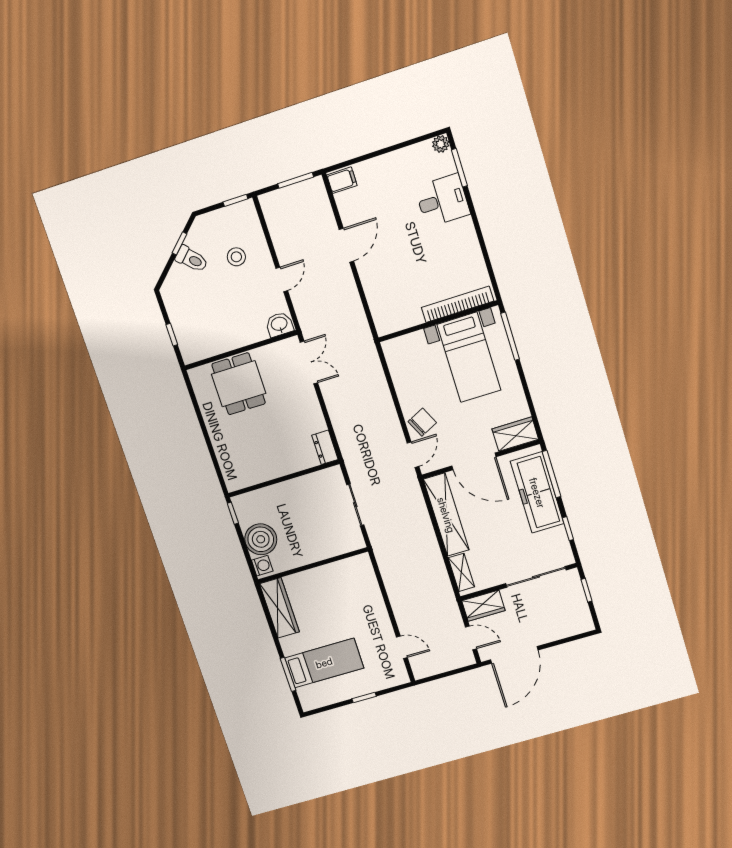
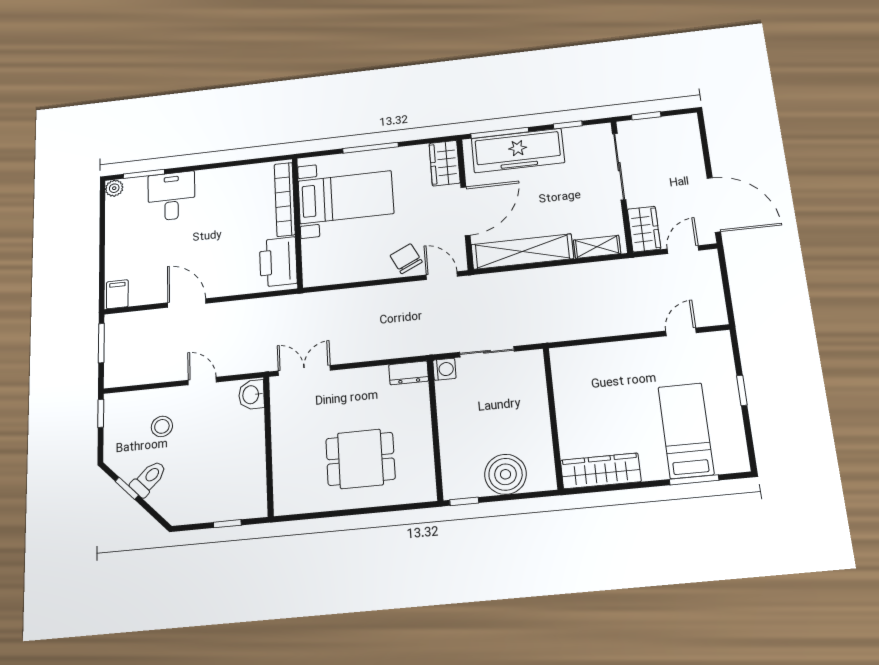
printer: (399, 315) -> (278, 262), added
window: (510, 336) -> (371, 148), moved
dining table: (239, 384) -> (360, 459), moved
washing machine: (262, 566) -> (444, 369), moved, turned 90

